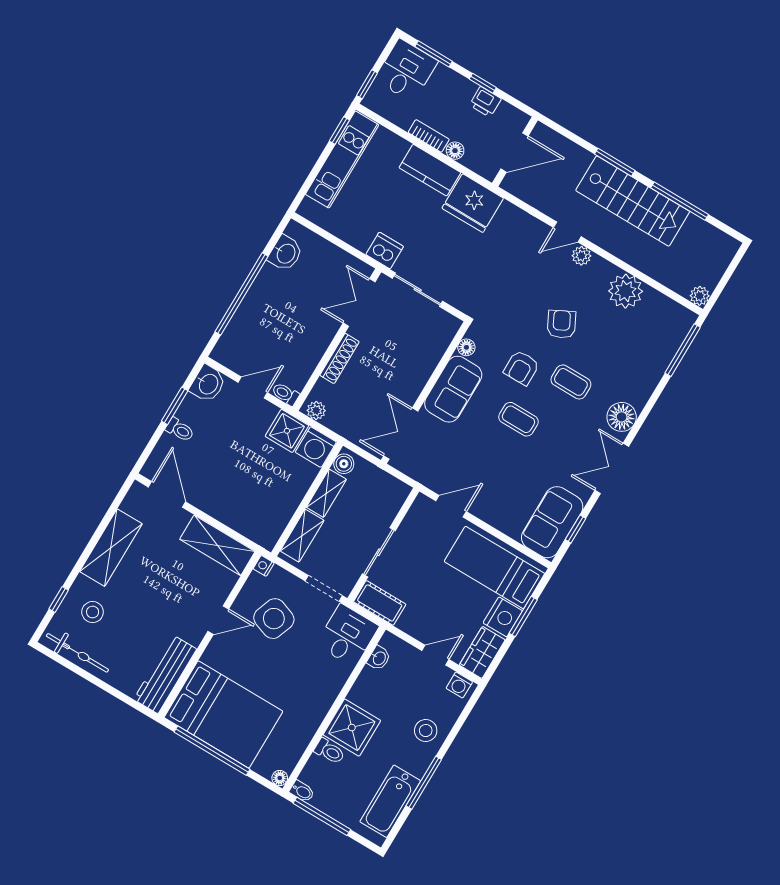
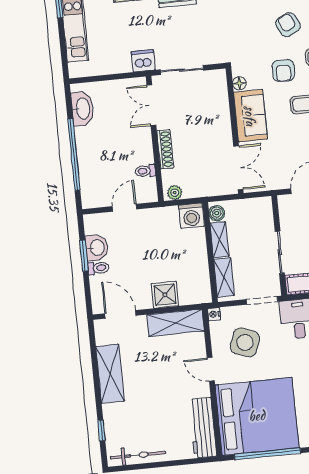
washbasin: (285, 253) -> (82, 109), width x1.38
washbasin: (208, 384) -> (97, 248), moved
toilet: (285, 394) -> (145, 171), moved
shower: (287, 431) -> (165, 295), moved
double door: (401, 434) -> (238, 168), swing flipped
stool: (93, 612) -> (128, 423), removed
door: (218, 620) -> (211, 369), swing flipped
bed: (223, 714) -> (257, 416), width x1.36

